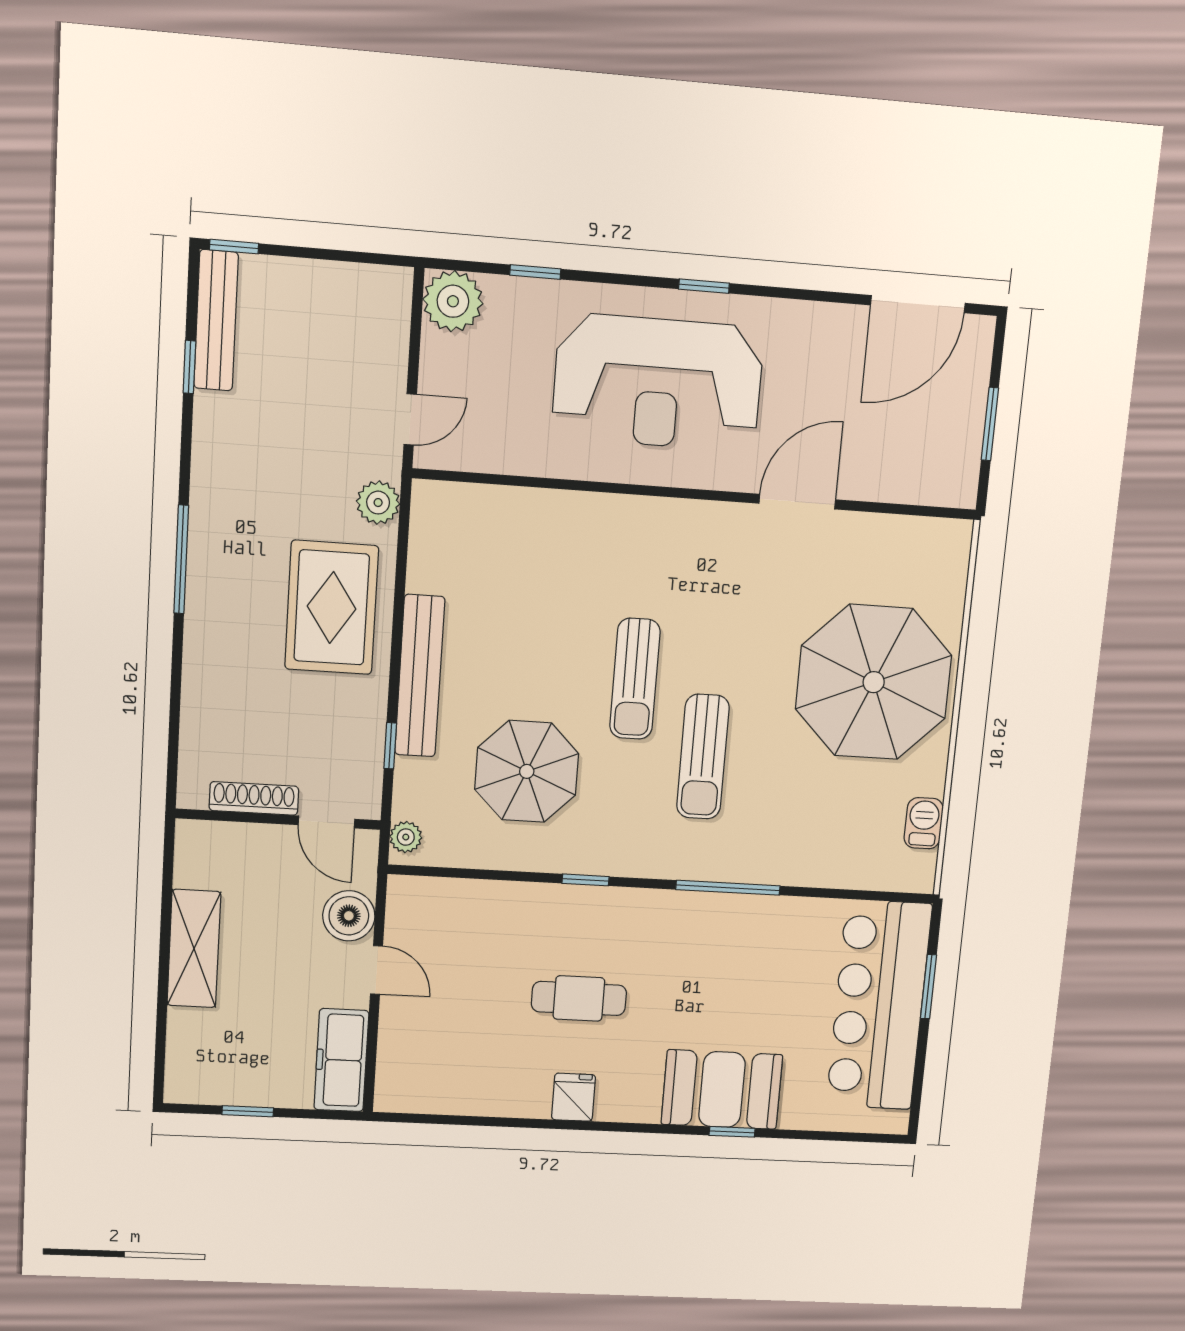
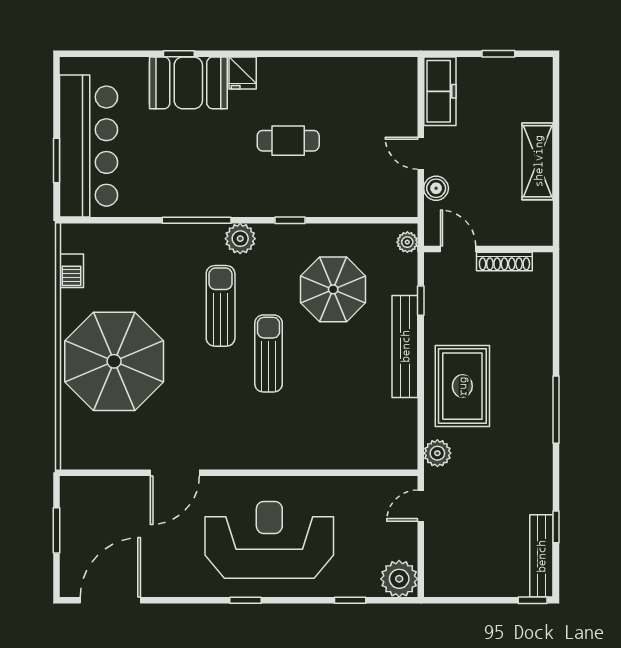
plant: (664, 857) -> (240, 239), added
boiler: (349, 916) -> (436, 188), width x0.73, depth x0.73
fridge: (574, 1097) -> (243, 73), moved

